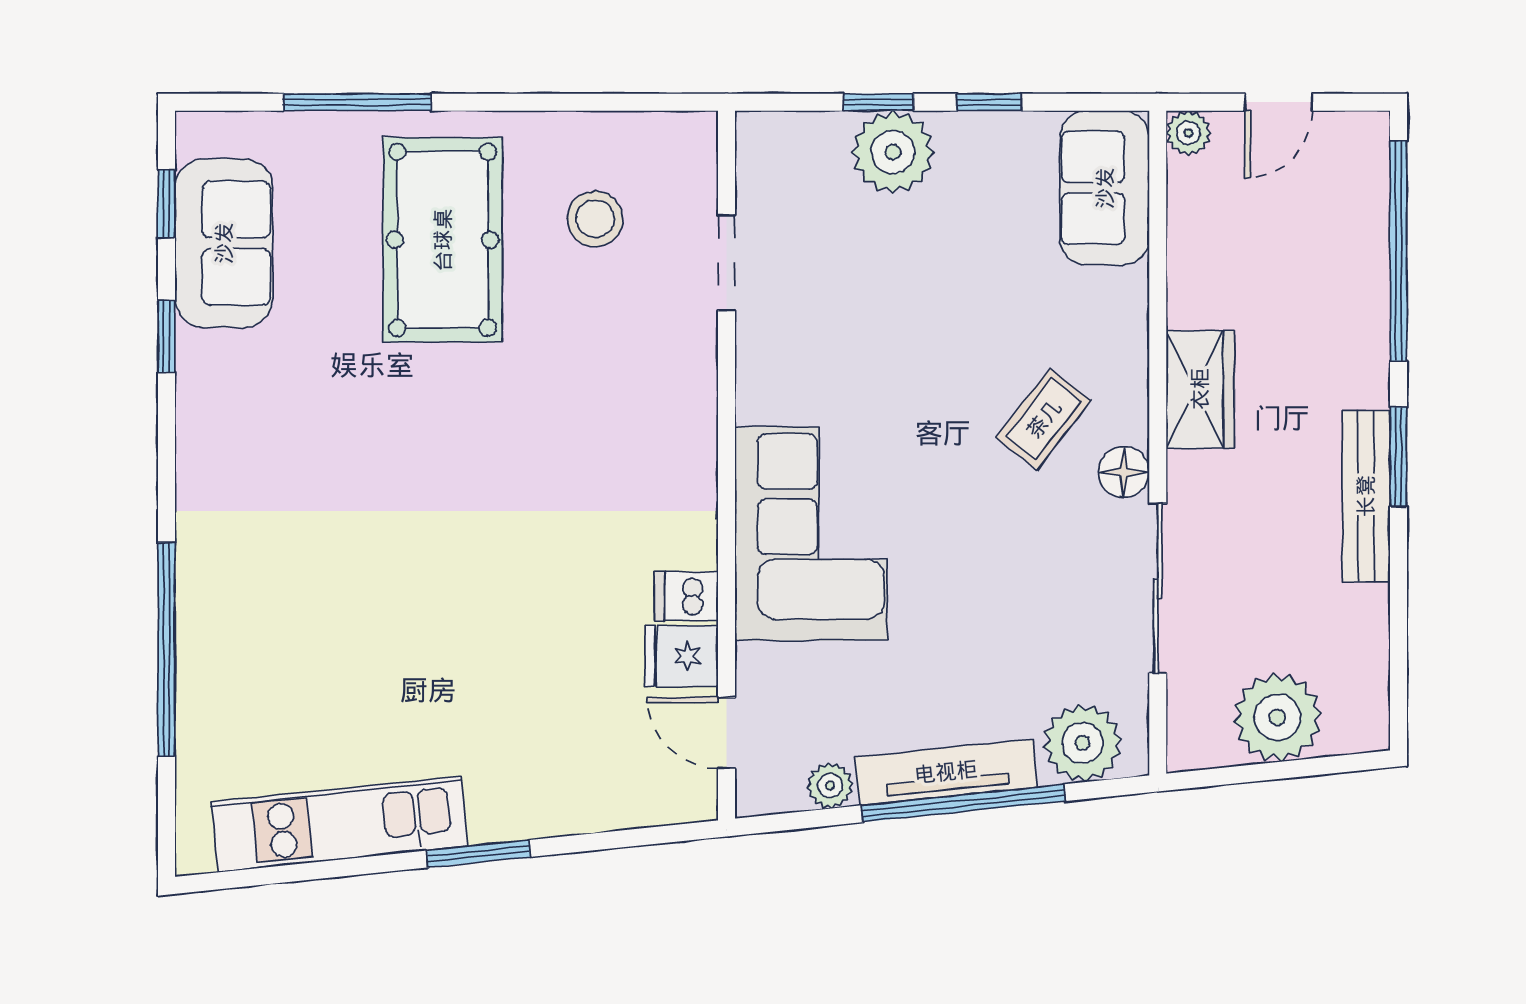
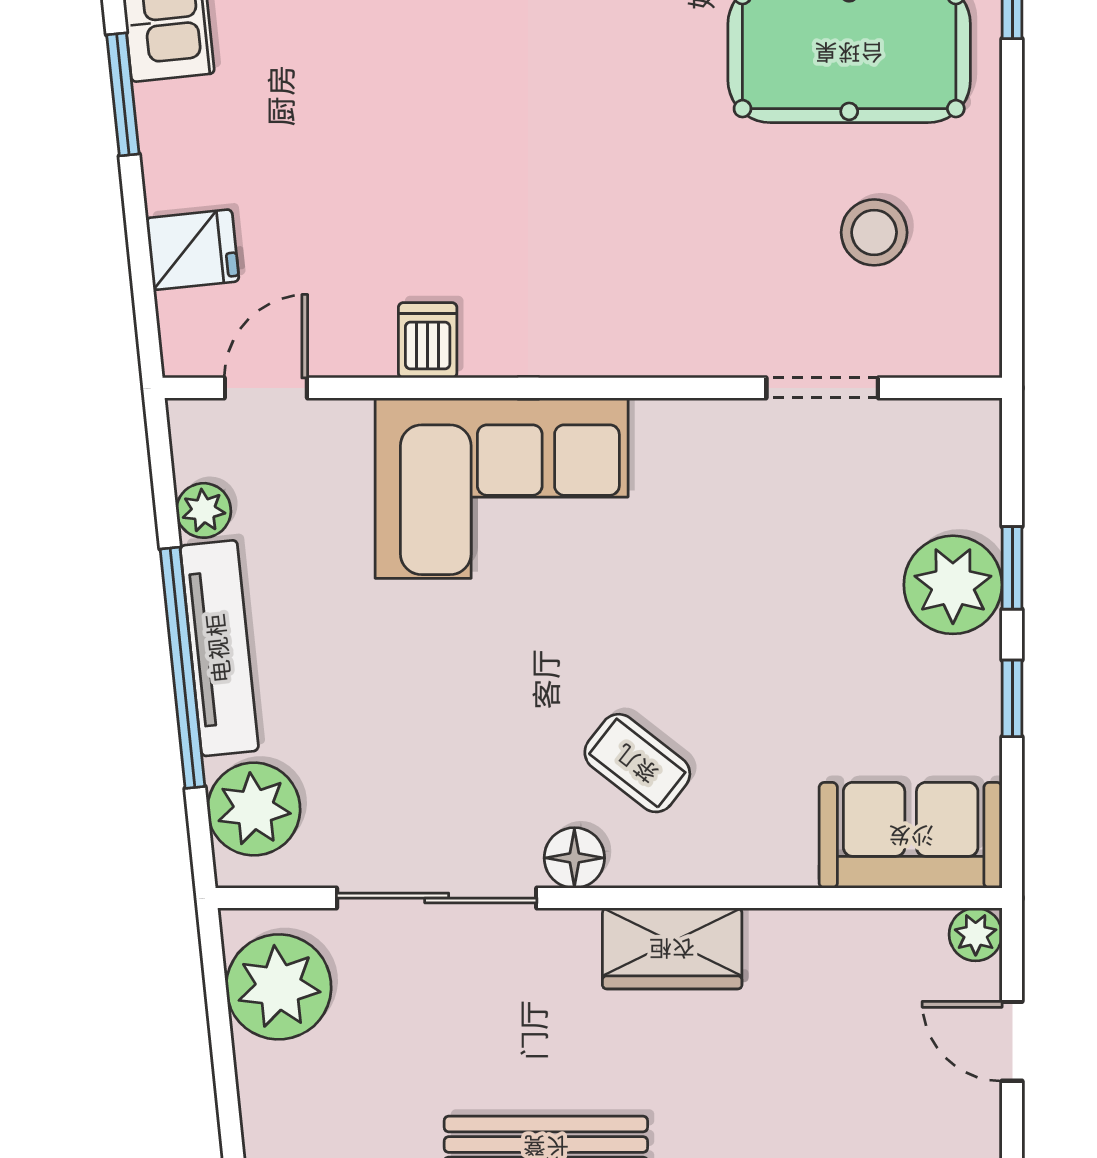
fridge: (681, 656) -> (192, 250), moved, turned 84
plant: (1277, 717) -> (279, 987), moved

